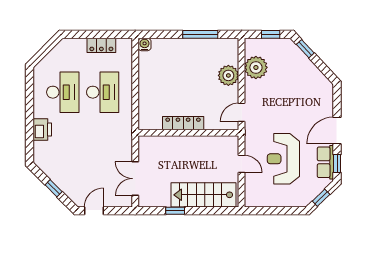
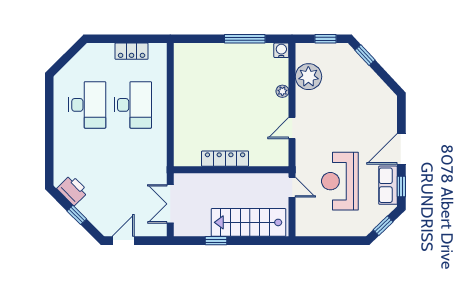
water cooler: (145, 44) -> (281, 50), moved
plant: (228, 75) -> (282, 91), width x0.53, depth x0.53
locker: (183, 123) -> (225, 159), moved
printer: (42, 129) -> (73, 190), moved, turned -45
wall: (188, 133) -> (231, 170), moved

